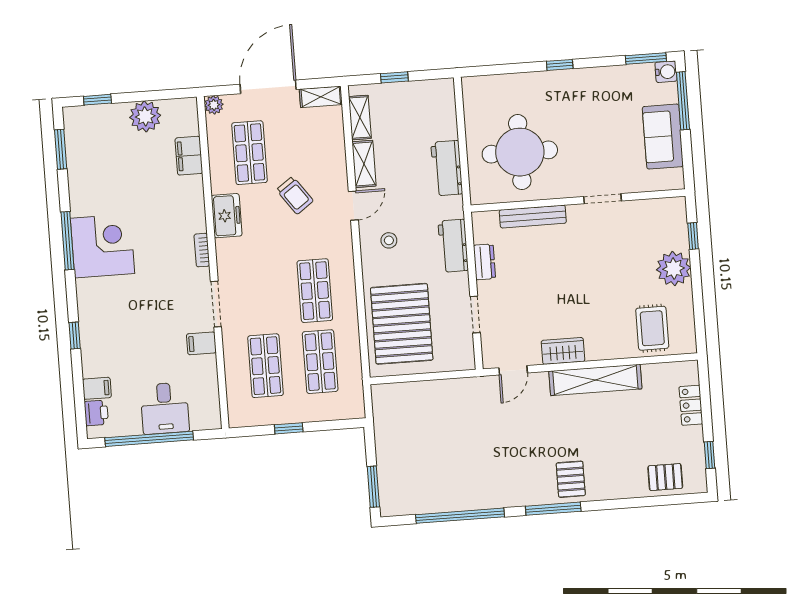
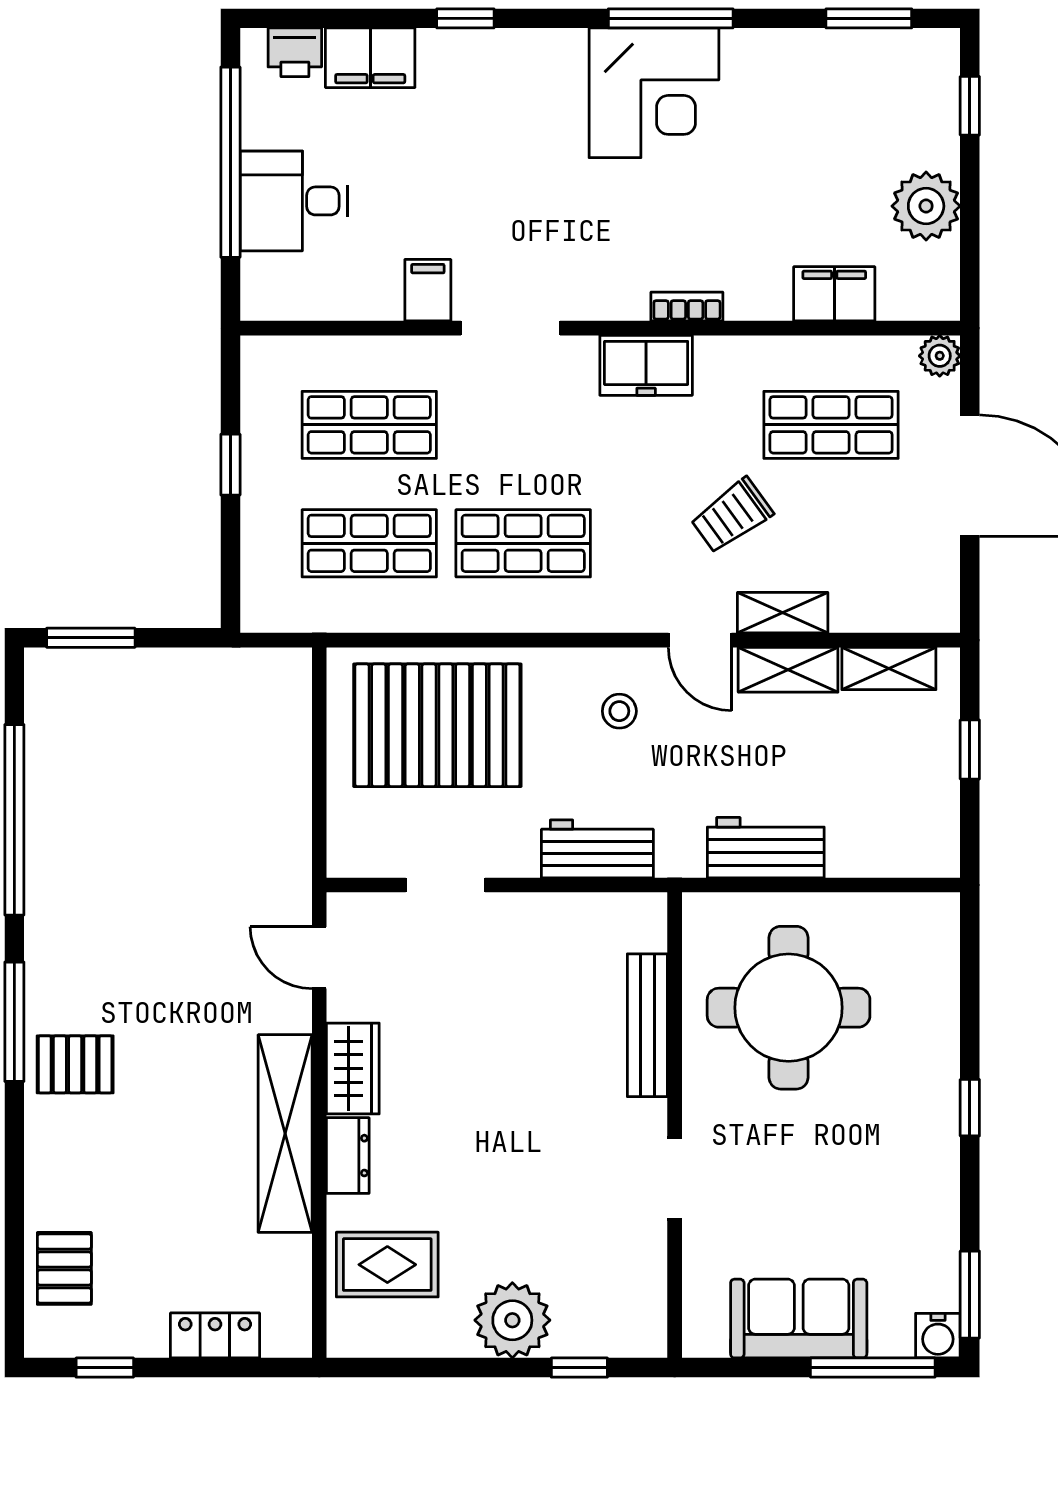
shelving: (321, 97) -> (783, 613), moved, turned 90
freezer: (227, 216) -> (646, 365), moved
bookcase: (202, 250) -> (687, 306), moved
dresser: (484, 262) -> (348, 1156), moved, turned -90
filing cabinet: (97, 388) -> (370, 58), width x2.00

